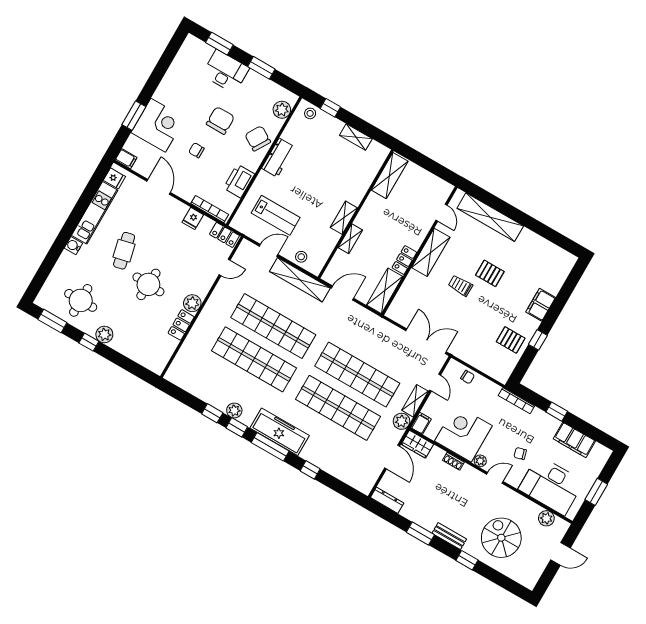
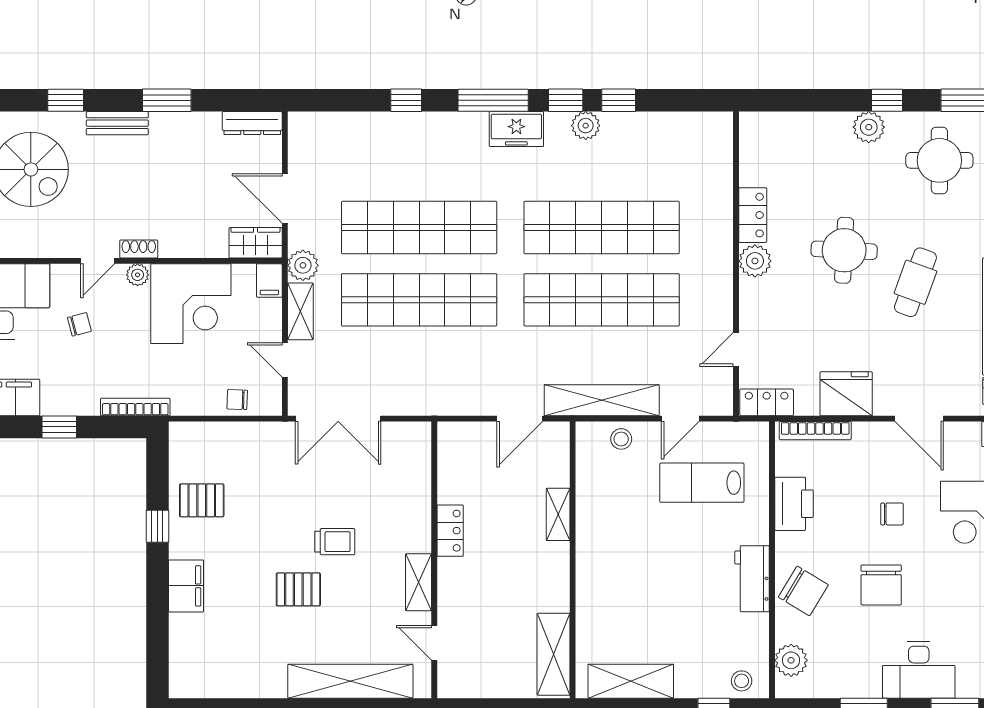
shelving: (356, 137) -> (631, 681), width x1.50, depth x1.33
fridge: (193, 218) -> (846, 394), width x1.88, depth x1.34
shelving: (344, 218) -> (588, 543), removed
cafe table: (124, 251) -> (915, 282), turned 33
shelving: (431, 252) -> (419, 582), width x0.67, depth x0.75
shelving: (385, 291) -> (453, 462), removed
freezer: (280, 432) -> (516, 129), width x0.52, depth x0.79
shoe rack: (453, 461) -> (139, 249), moved

